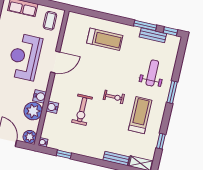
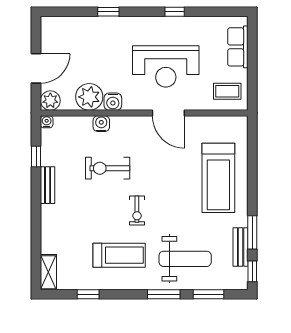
treadmill: (105, 39) -> (218, 178), width x1.37, depth x1.38
reception desk: (25, 57) -> (166, 66), turned 180
window: (179, 63) -> (209, 294), added
weight bench: (152, 73) -> (185, 259), width x1.36, depth x1.33
bench: (116, 158) -> (48, 185), moved

